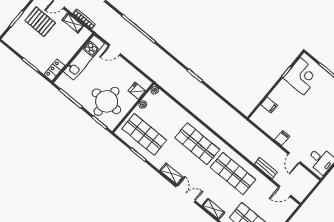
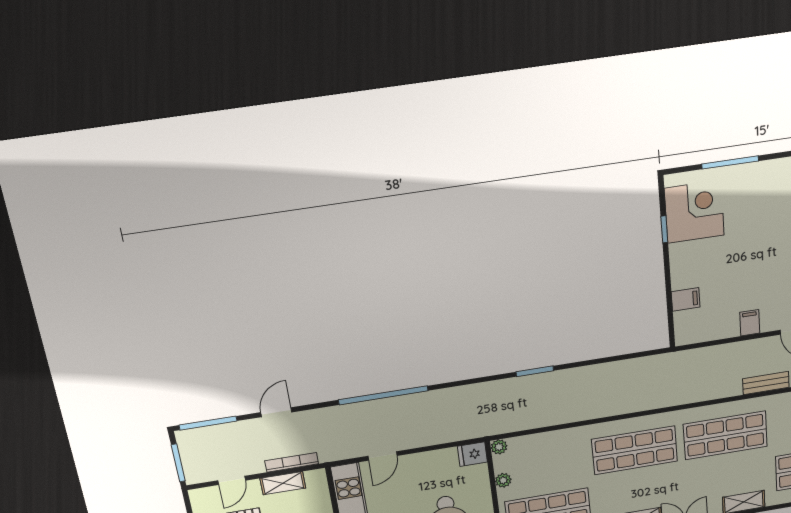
fridge: (137, 91) -> (472, 454), moved

